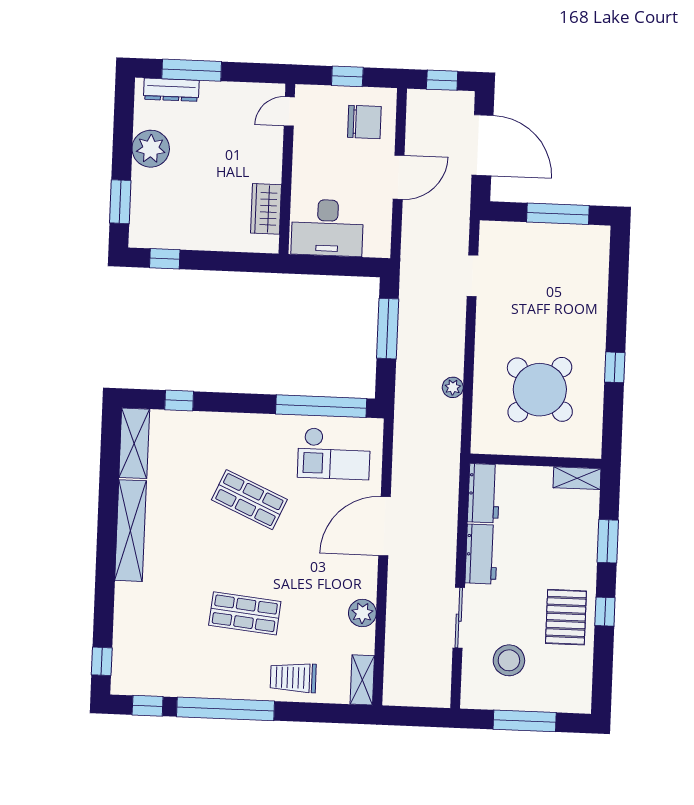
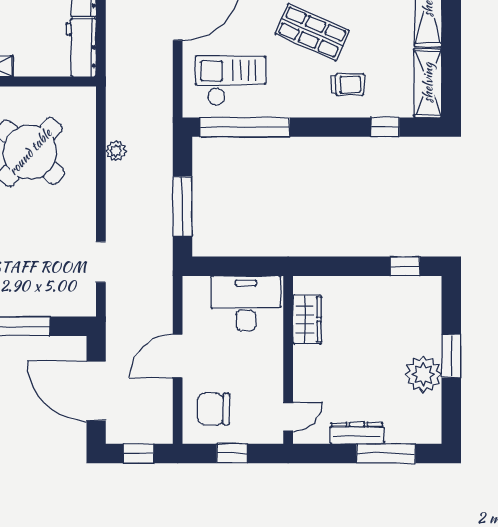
dresser: (171, 90) -> (357, 433), moved
window: (120, 202) -> (451, 356), moved
trolley: (215, 445) -> (348, 84), added

